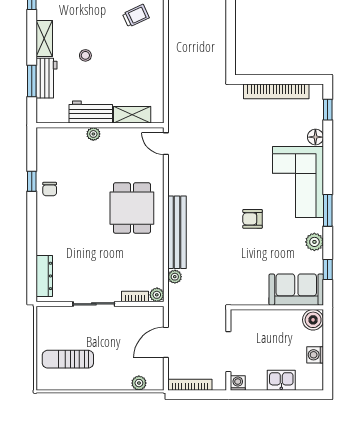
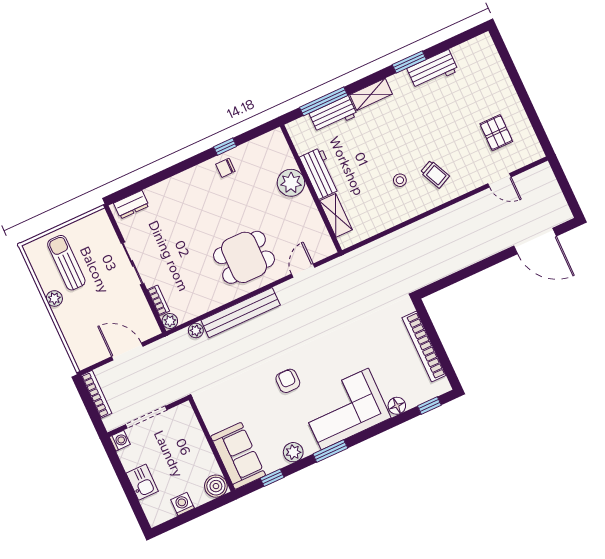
stool: (85, 55) -> (400, 180), moved
window: (32, 81) -> (324, 101), width x1.44
plant: (93, 134) -> (291, 183), width x1.87, depth x1.87
door: (166, 144) -> (303, 271), moved
dresser: (44, 276) -> (131, 205), width x0.70
plant: (139, 383) -> (54, 298), moved

